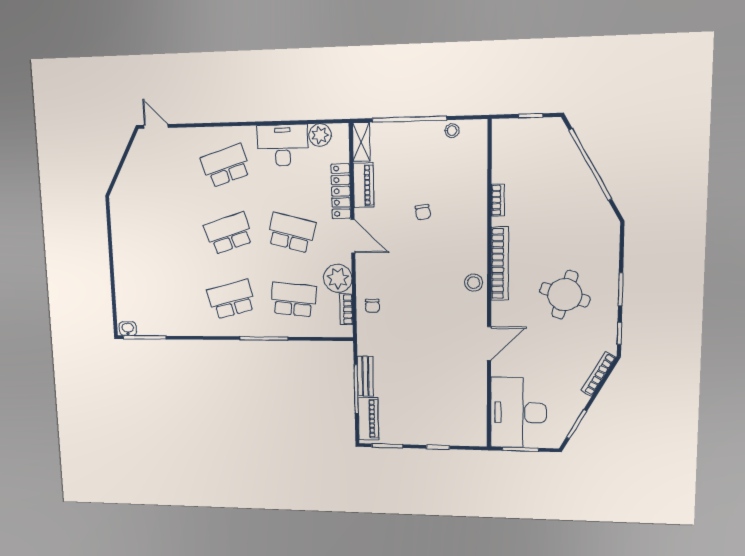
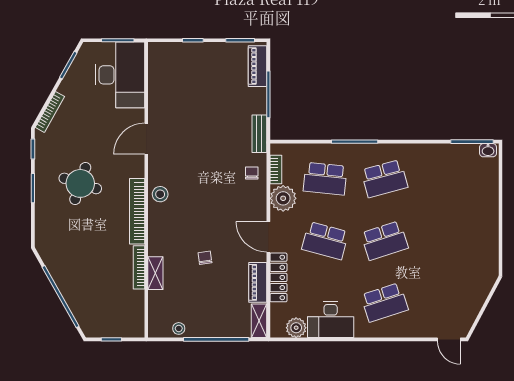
shelving: (479, 194) -> (155, 273), added
bookcase: (498, 200) -> (139, 267), width x1.56
bench: (365, 376) -> (259, 134), moved

